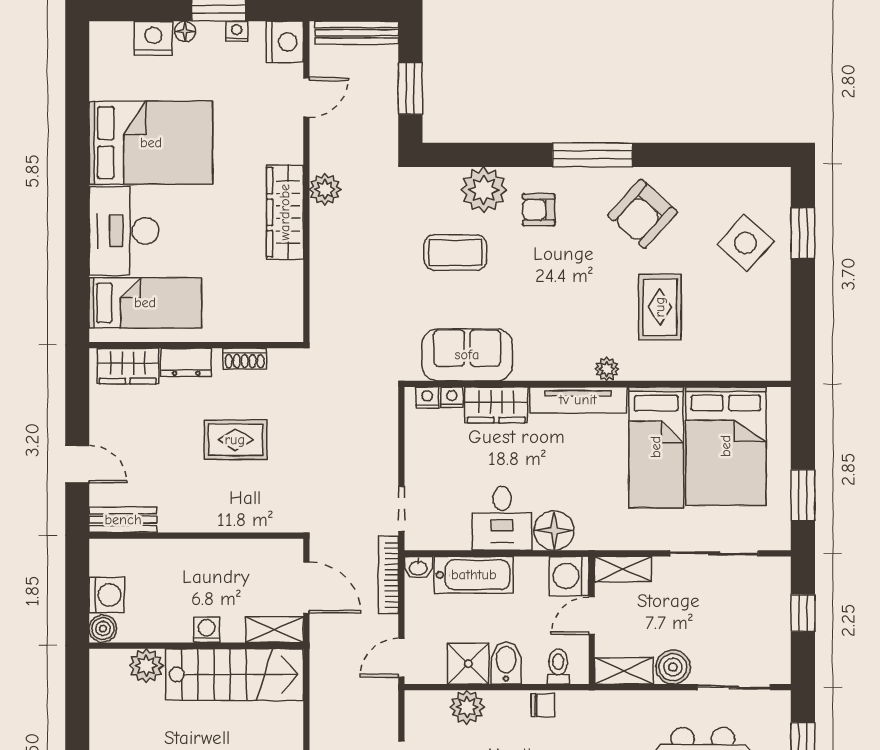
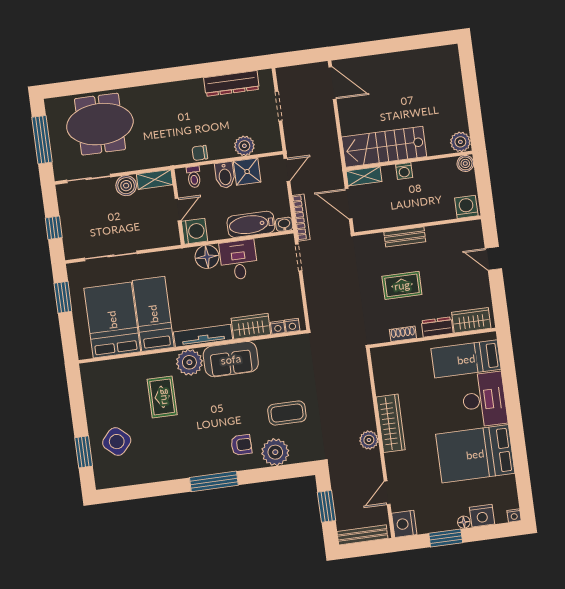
nightstand: (237, 31) -> (514, 516), moved
armchair: (643, 214) -> (180, 451), removed
sofa: (467, 355) -> (231, 359), moved
plant: (607, 369) -> (189, 362), width x1.88, depth x1.88
bench: (123, 520) -> (405, 237), moved
shelving: (623, 569) -> (163, 240), removed
washing machine: (107, 595) -> (466, 207), moved, turned 90
plant: (146, 666) -> (460, 142), moved

